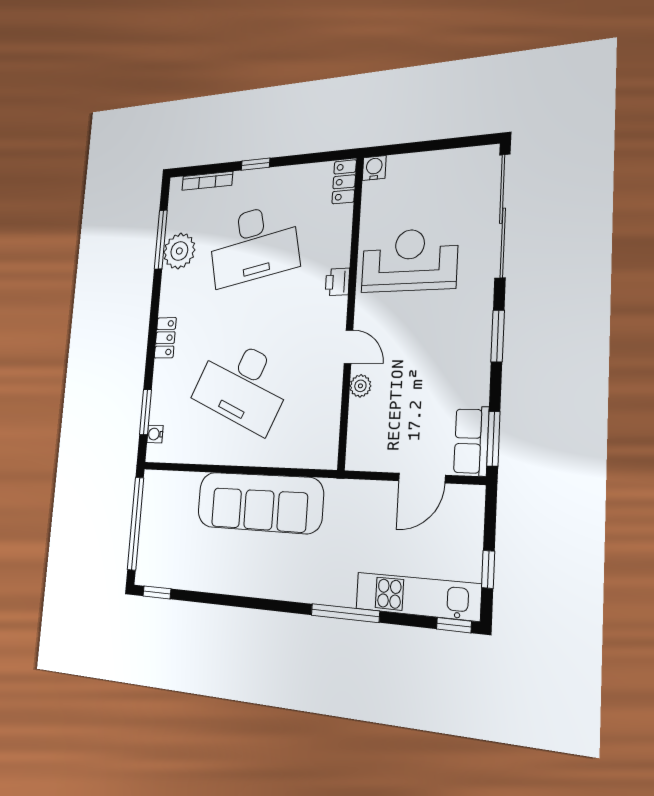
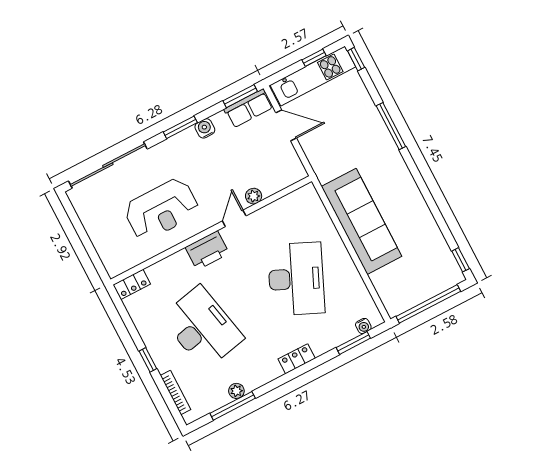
water cooler: (374, 168) -> (205, 128), moved, turned 90
plant: (179, 251) -> (236, 391), width x0.53, depth x0.53
reception desk: (409, 260) -> (162, 209), turned -90
printer: (337, 282) -> (207, 250), width x1.87, depth x1.48
kitchen unit: (417, 596) -> (313, 76), moved, turned -90

